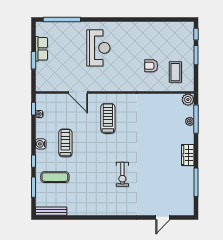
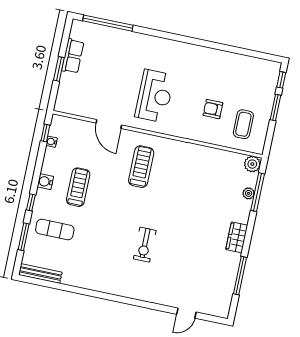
reception desk: (98, 48) -> (155, 96), moved

